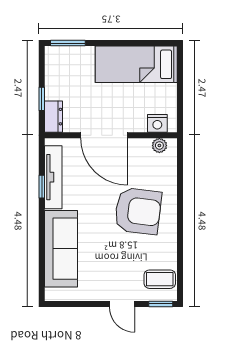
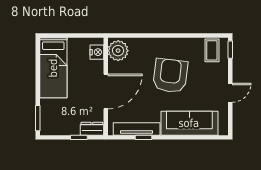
plant: (159, 145) -> (118, 51), width x1.88, depth x1.88
armchair: (138, 211) -> (170, 76), moved
door: (122, 304) -> (230, 93), moved

